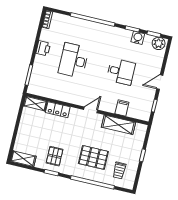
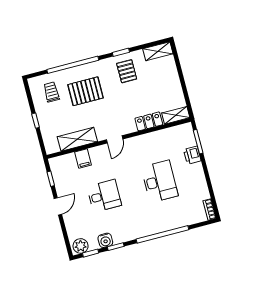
printer: (43, 48) -> (192, 155), moved
desk: (121, 72) -> (104, 196), turned 180

